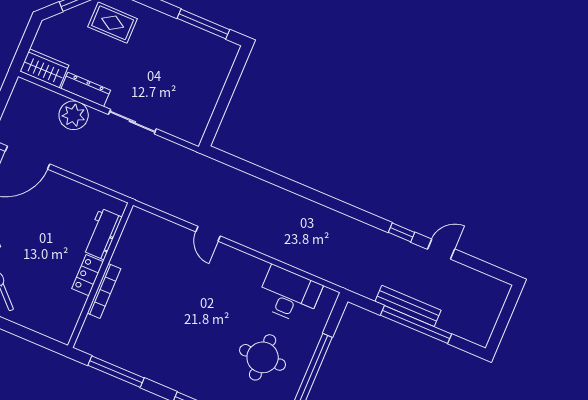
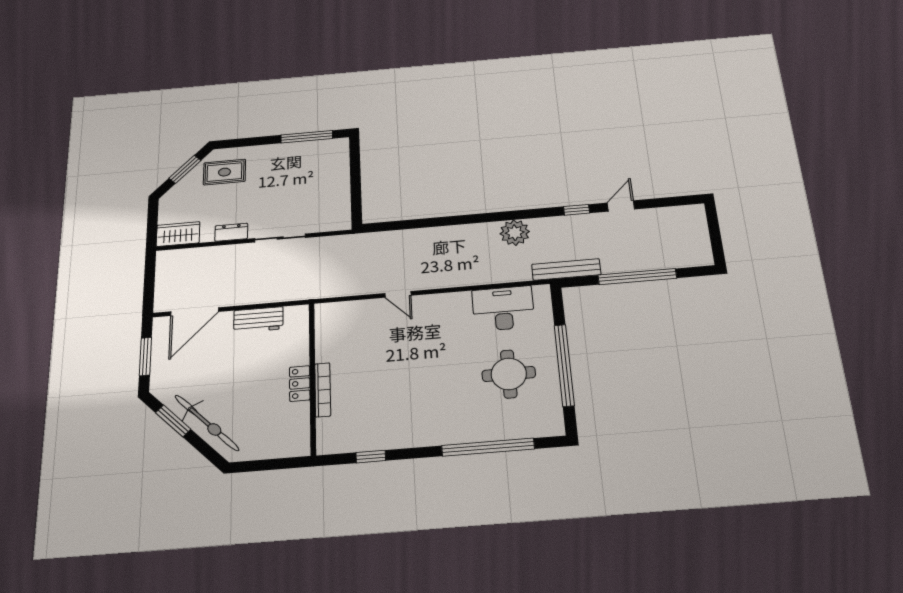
dresser: (86, 89) -> (231, 232), width x0.70
plant: (74, 115) -> (515, 233), moved
workbench: (102, 234) -> (258, 320), moved, turned -90
bench: (408, 306) -> (566, 269), moved
window: (116, 372) -> (371, 457), width x0.46

